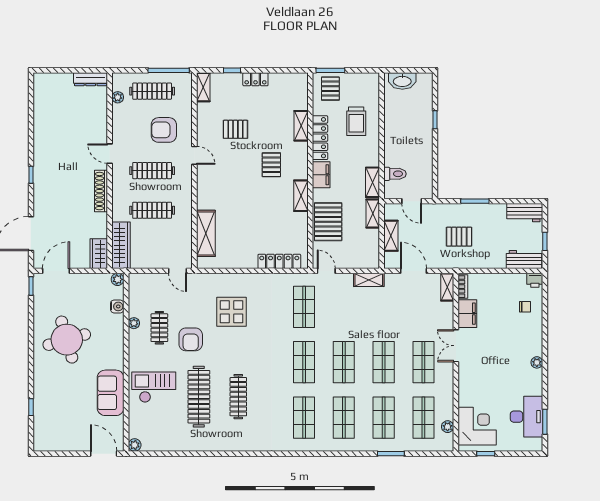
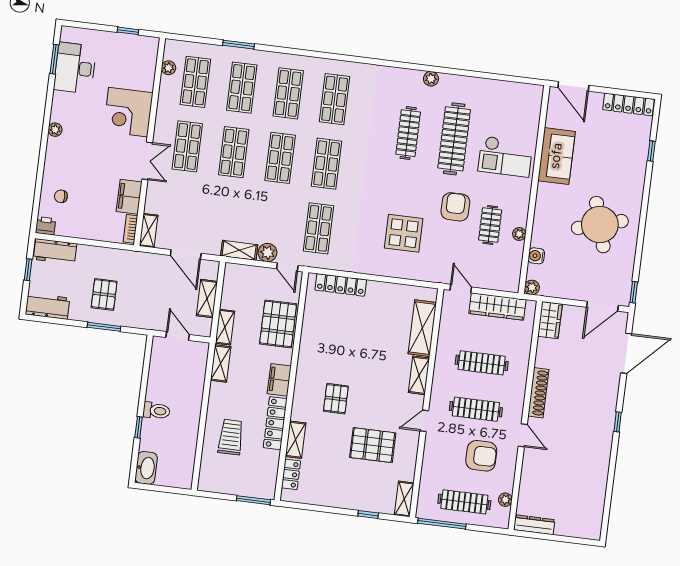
locker: (255, 79) -> (291, 474), moved, turned 90
washbasin: (402, 81) -> (146, 468), moved, turned 90
pallet: (330, 89) -> (256, 479), removed
pallet: (235, 129) -> (373, 445), width x1.50, depth x1.42
armchair: (164, 130) -> (481, 456), moved
door: (194, 155) -> (424, 421), hinge flipped
toilet: (395, 174) -> (156, 411), moved, turned 180
shelving: (301, 196) -> (419, 375), moved
pallet: (459, 237) -> (104, 294), moved, turned 90
wardrobe: (121, 245) -> (497, 307), moved, turned -90
plant: (345, 281) -> (268, 253), added
corner desk: (477, 426) -> (128, 112), moved
locker: (55, 444) -> (629, 104), added
plant: (135, 445) -> (431, 79), moved

